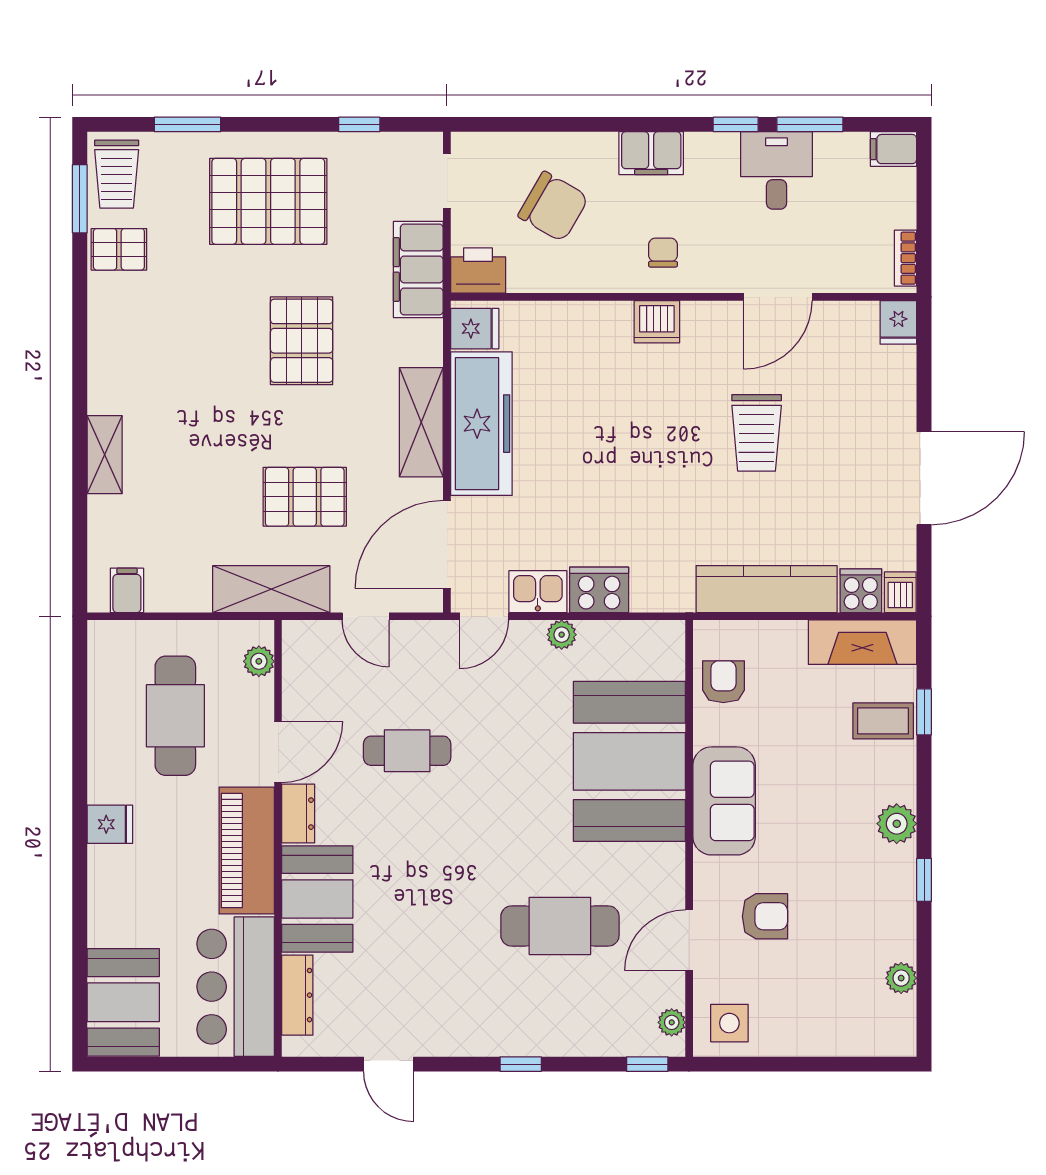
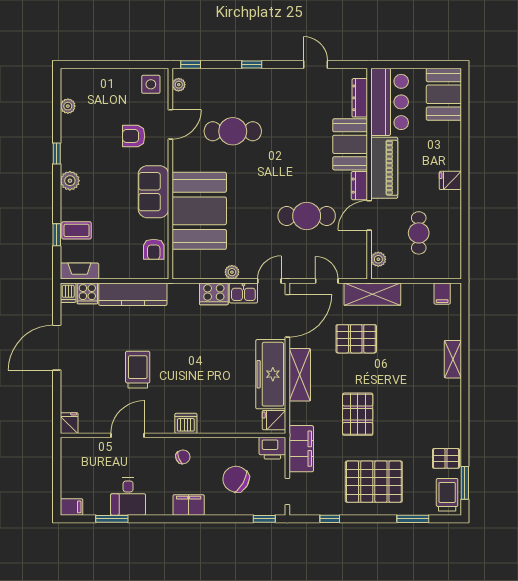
window: (736, 124) -> (264, 519), moved
chair: (663, 253) -> (183, 457), turned -112
bookcase: (906, 258) -> (66, 454), removed
fireplace: (862, 642) -> (79, 271), width x0.73, depth x0.76
cafe table: (175, 716) -> (419, 233), width x0.73, depth x0.74
cafe table: (407, 751) -> (307, 216), width x1.37, depth x1.35

